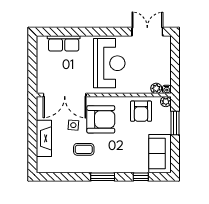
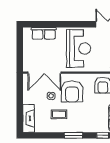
armchair: (101, 119) -> (72, 91), turned 90
fireplace: (44, 138) -> (29, 118), moved

